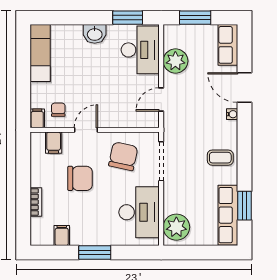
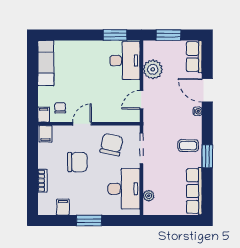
washbasin: (95, 34) -> (89, 48), removed
filing cabinet: (54, 143) -> (45, 134), moved
window: (244, 206) -> (207, 156), moved
plant: (176, 227) -> (149, 196), width x0.53, depth x0.53

